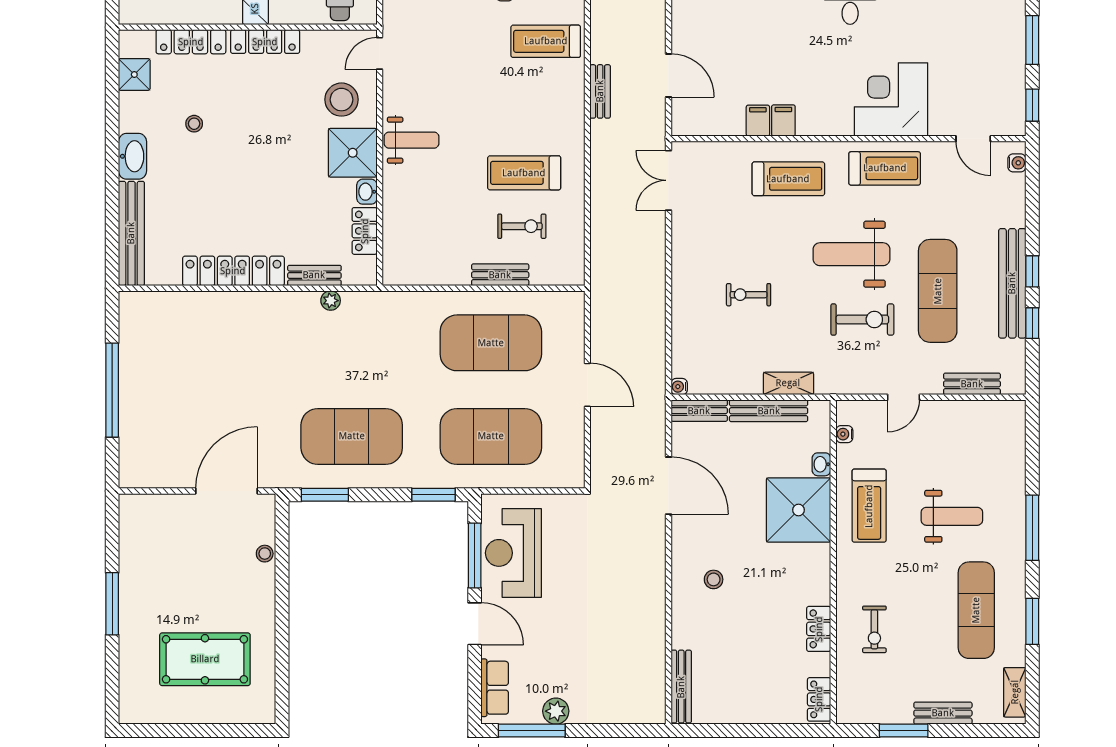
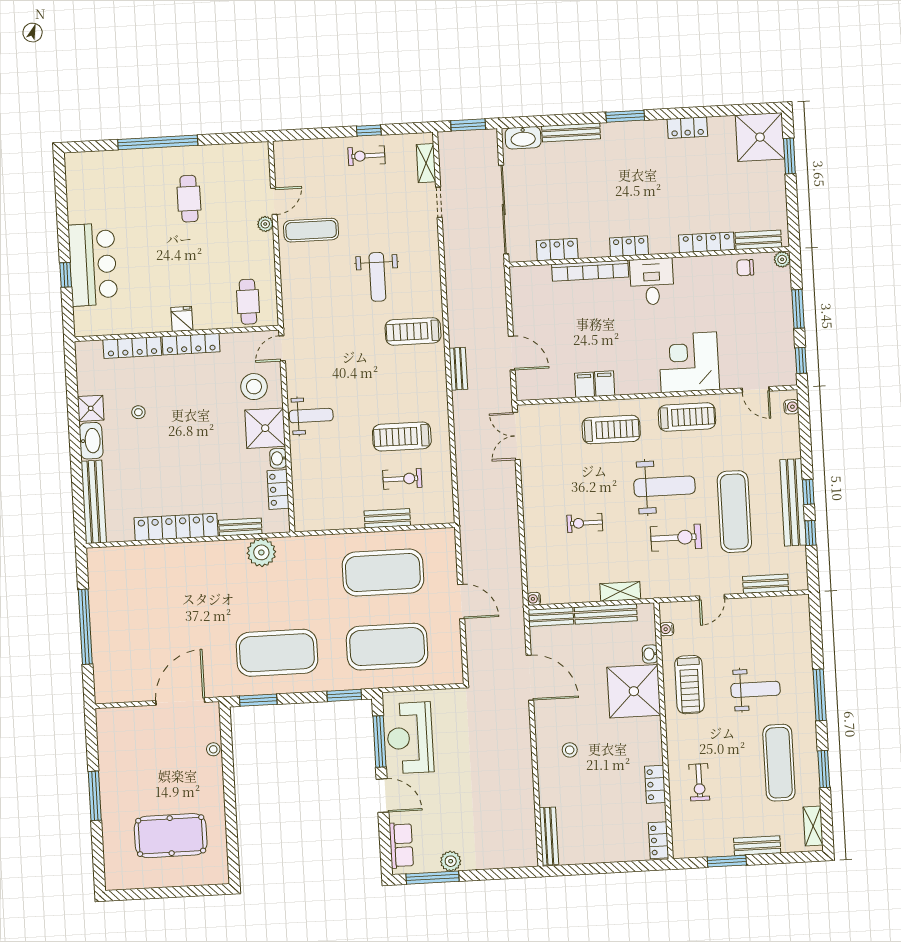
shower: (134, 74) -> (91, 408), moved
weight bench: (851, 254) -> (664, 486), turned 180
plant: (331, 301) -> (261, 552), width x1.88, depth x1.88

